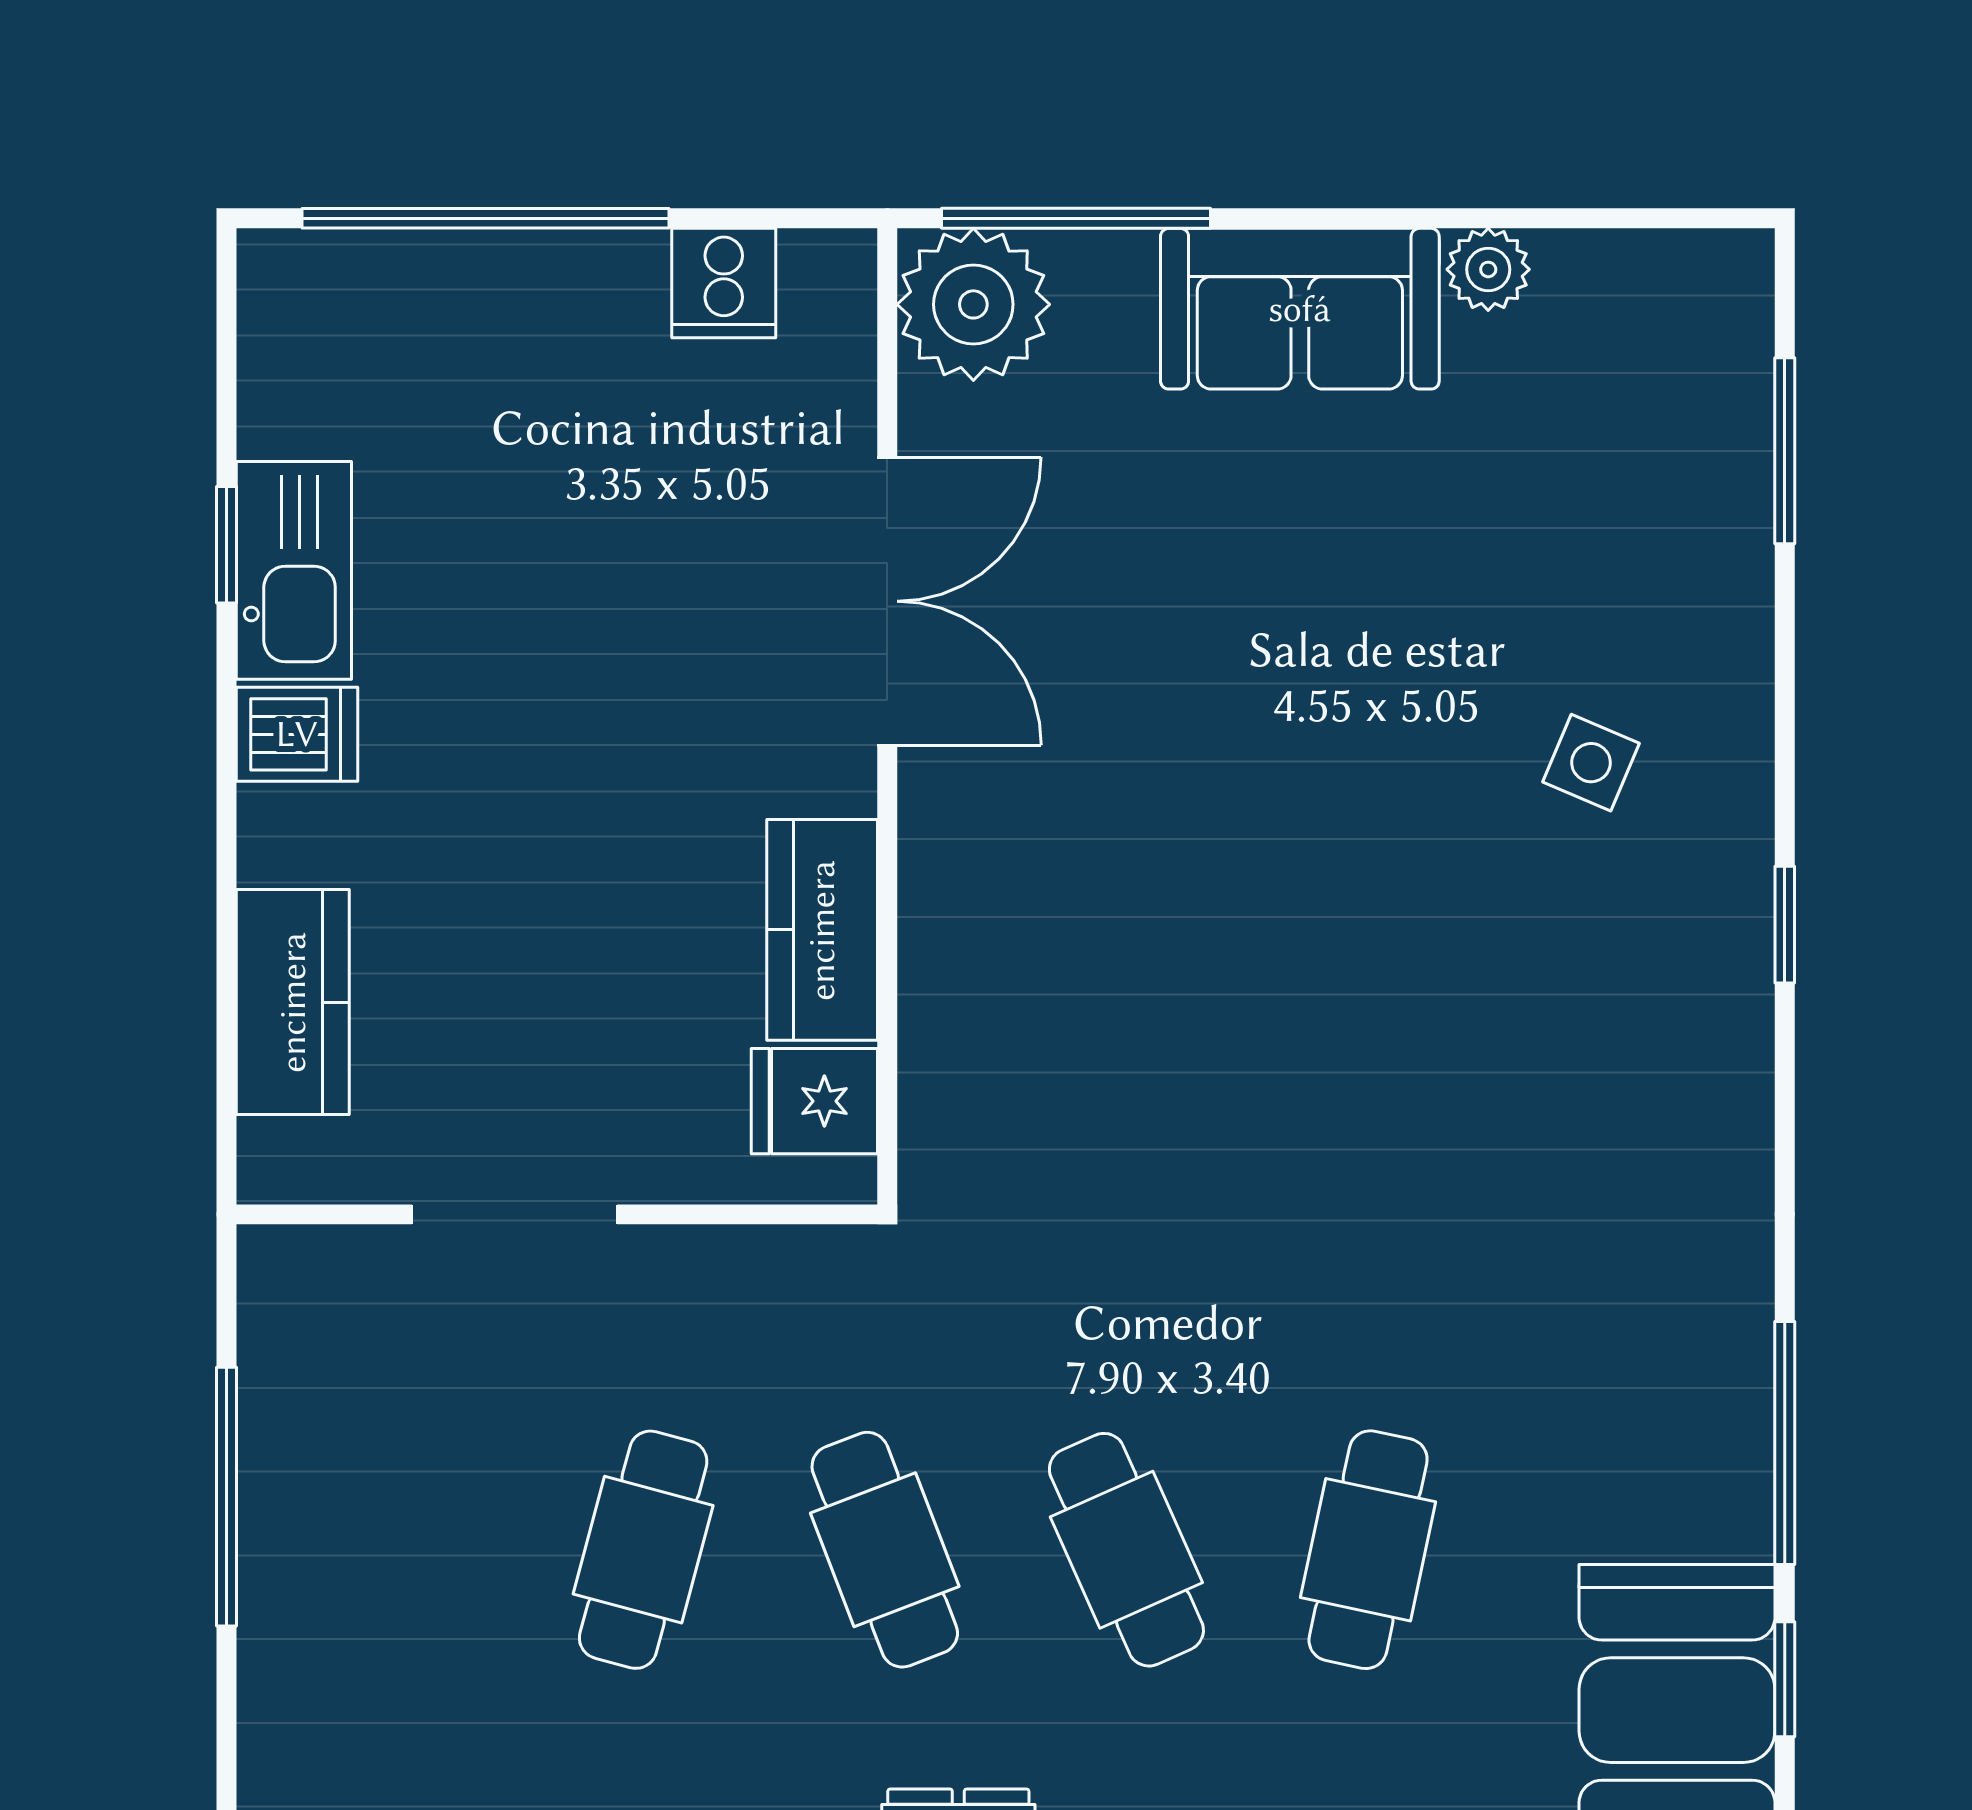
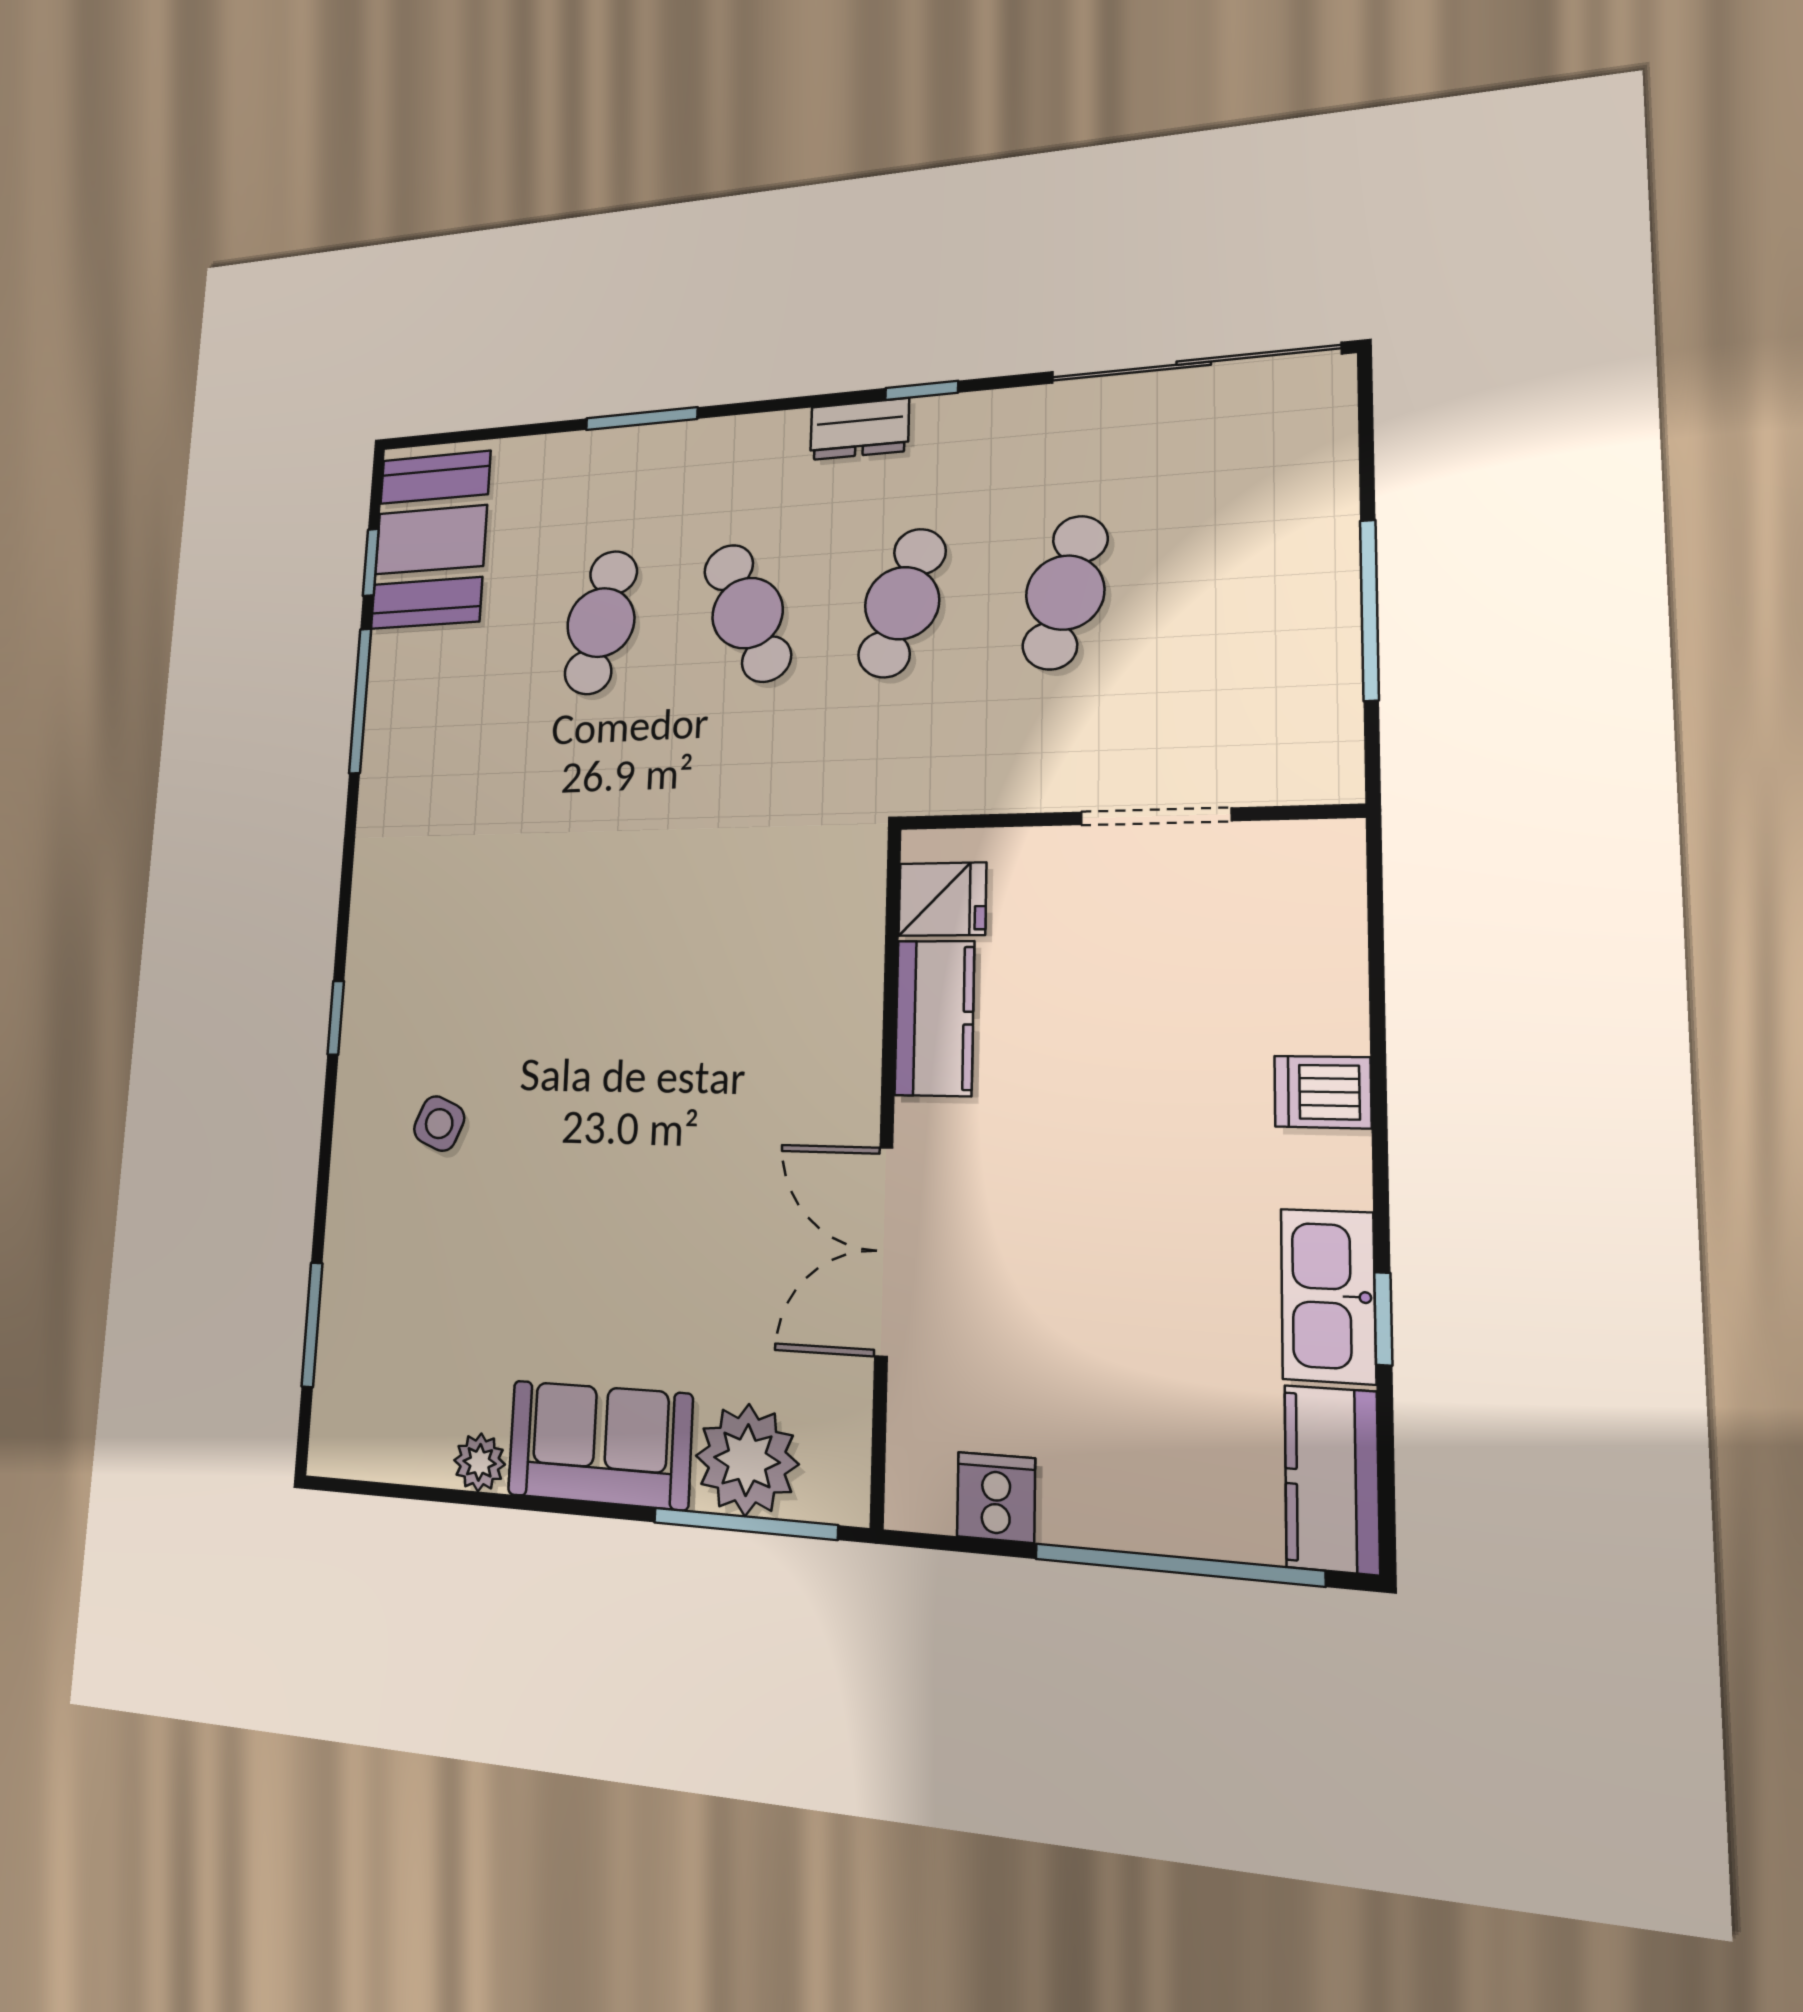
plant: (973, 304) -> (747, 1460), moved
dishwasher: (297, 734) -> (1323, 1092), moved
kitchen counter: (293, 1002) -> (1332, 1479), moved
cafe table: (885, 1550) -> (902, 603), turned 39

